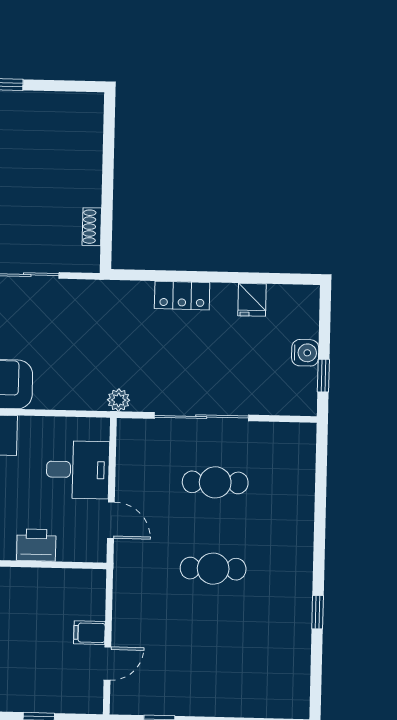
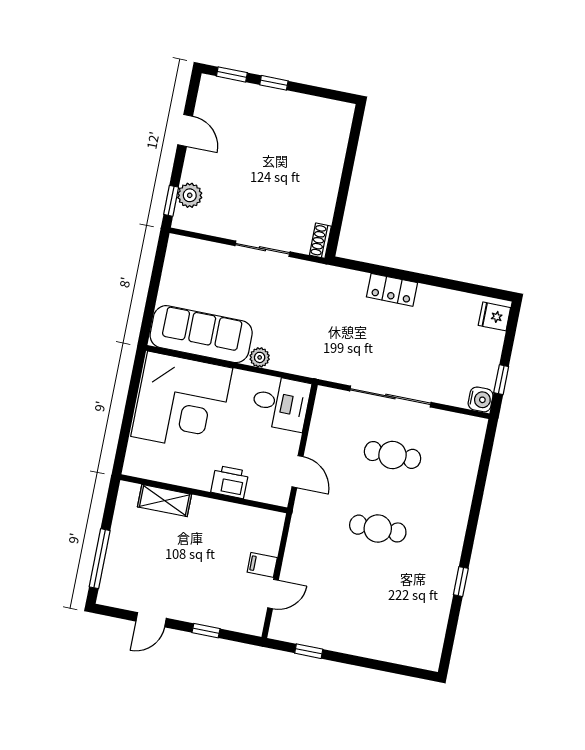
shoe rack: (92, 227) -> (320, 241), moved
fridge: (252, 300) -> (494, 316), moved, turned 90
water cooler: (305, 353) -> (481, 399), moved
plant: (119, 400) -> (260, 357), moved
desk: (78, 470) -> (281, 403), moved

